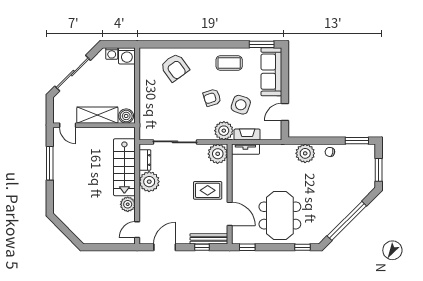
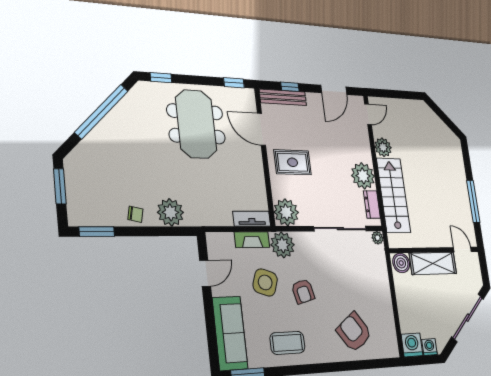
armchair: (212, 98) -> (303, 291), turned 94
plant: (144, 135) -> (377, 238), added

